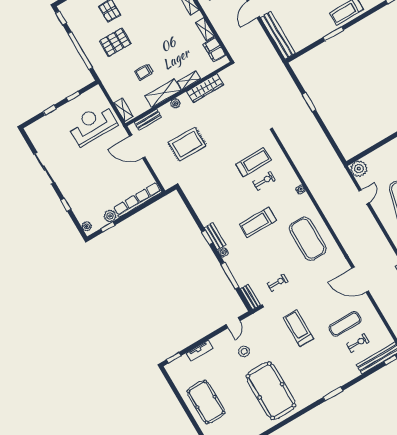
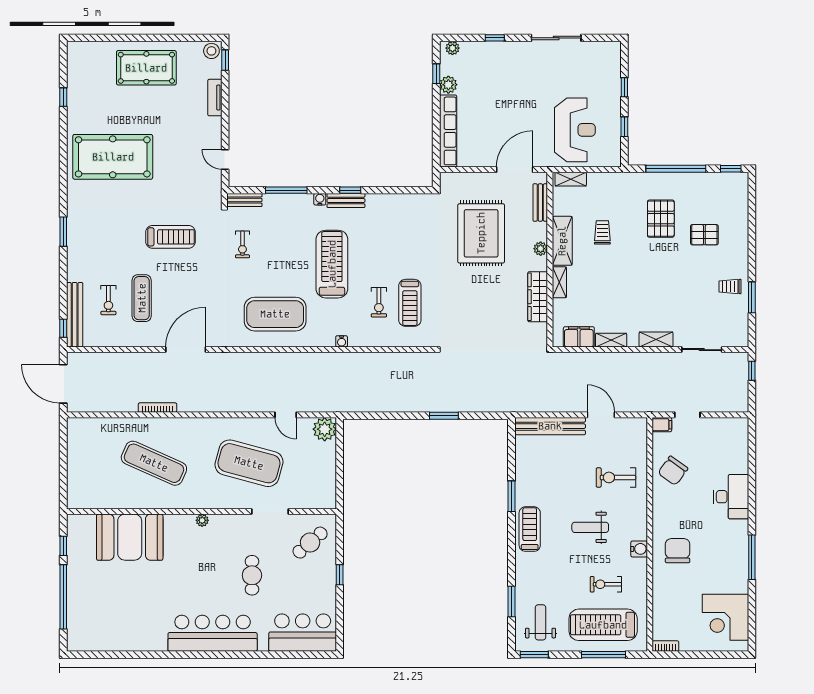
rug: (187, 144) -> (481, 233), width x1.37, depth x1.44
treadmill: (258, 222) -> (332, 264), width x1.37, depth x1.38
stool: (244, 351) -> (211, 51), moved

